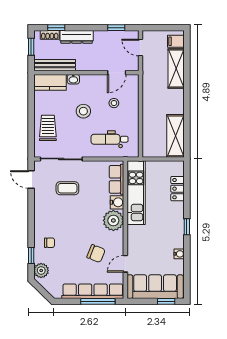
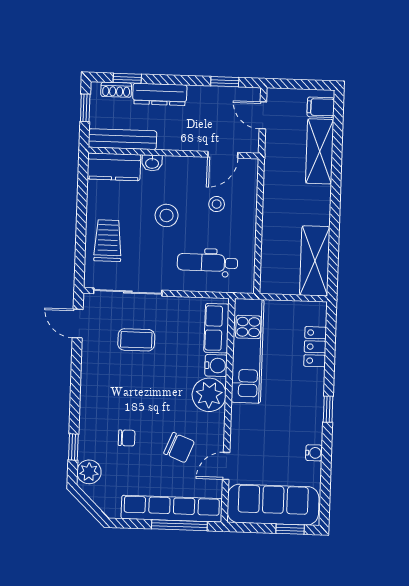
chair: (49, 243) -> (127, 438), moved

